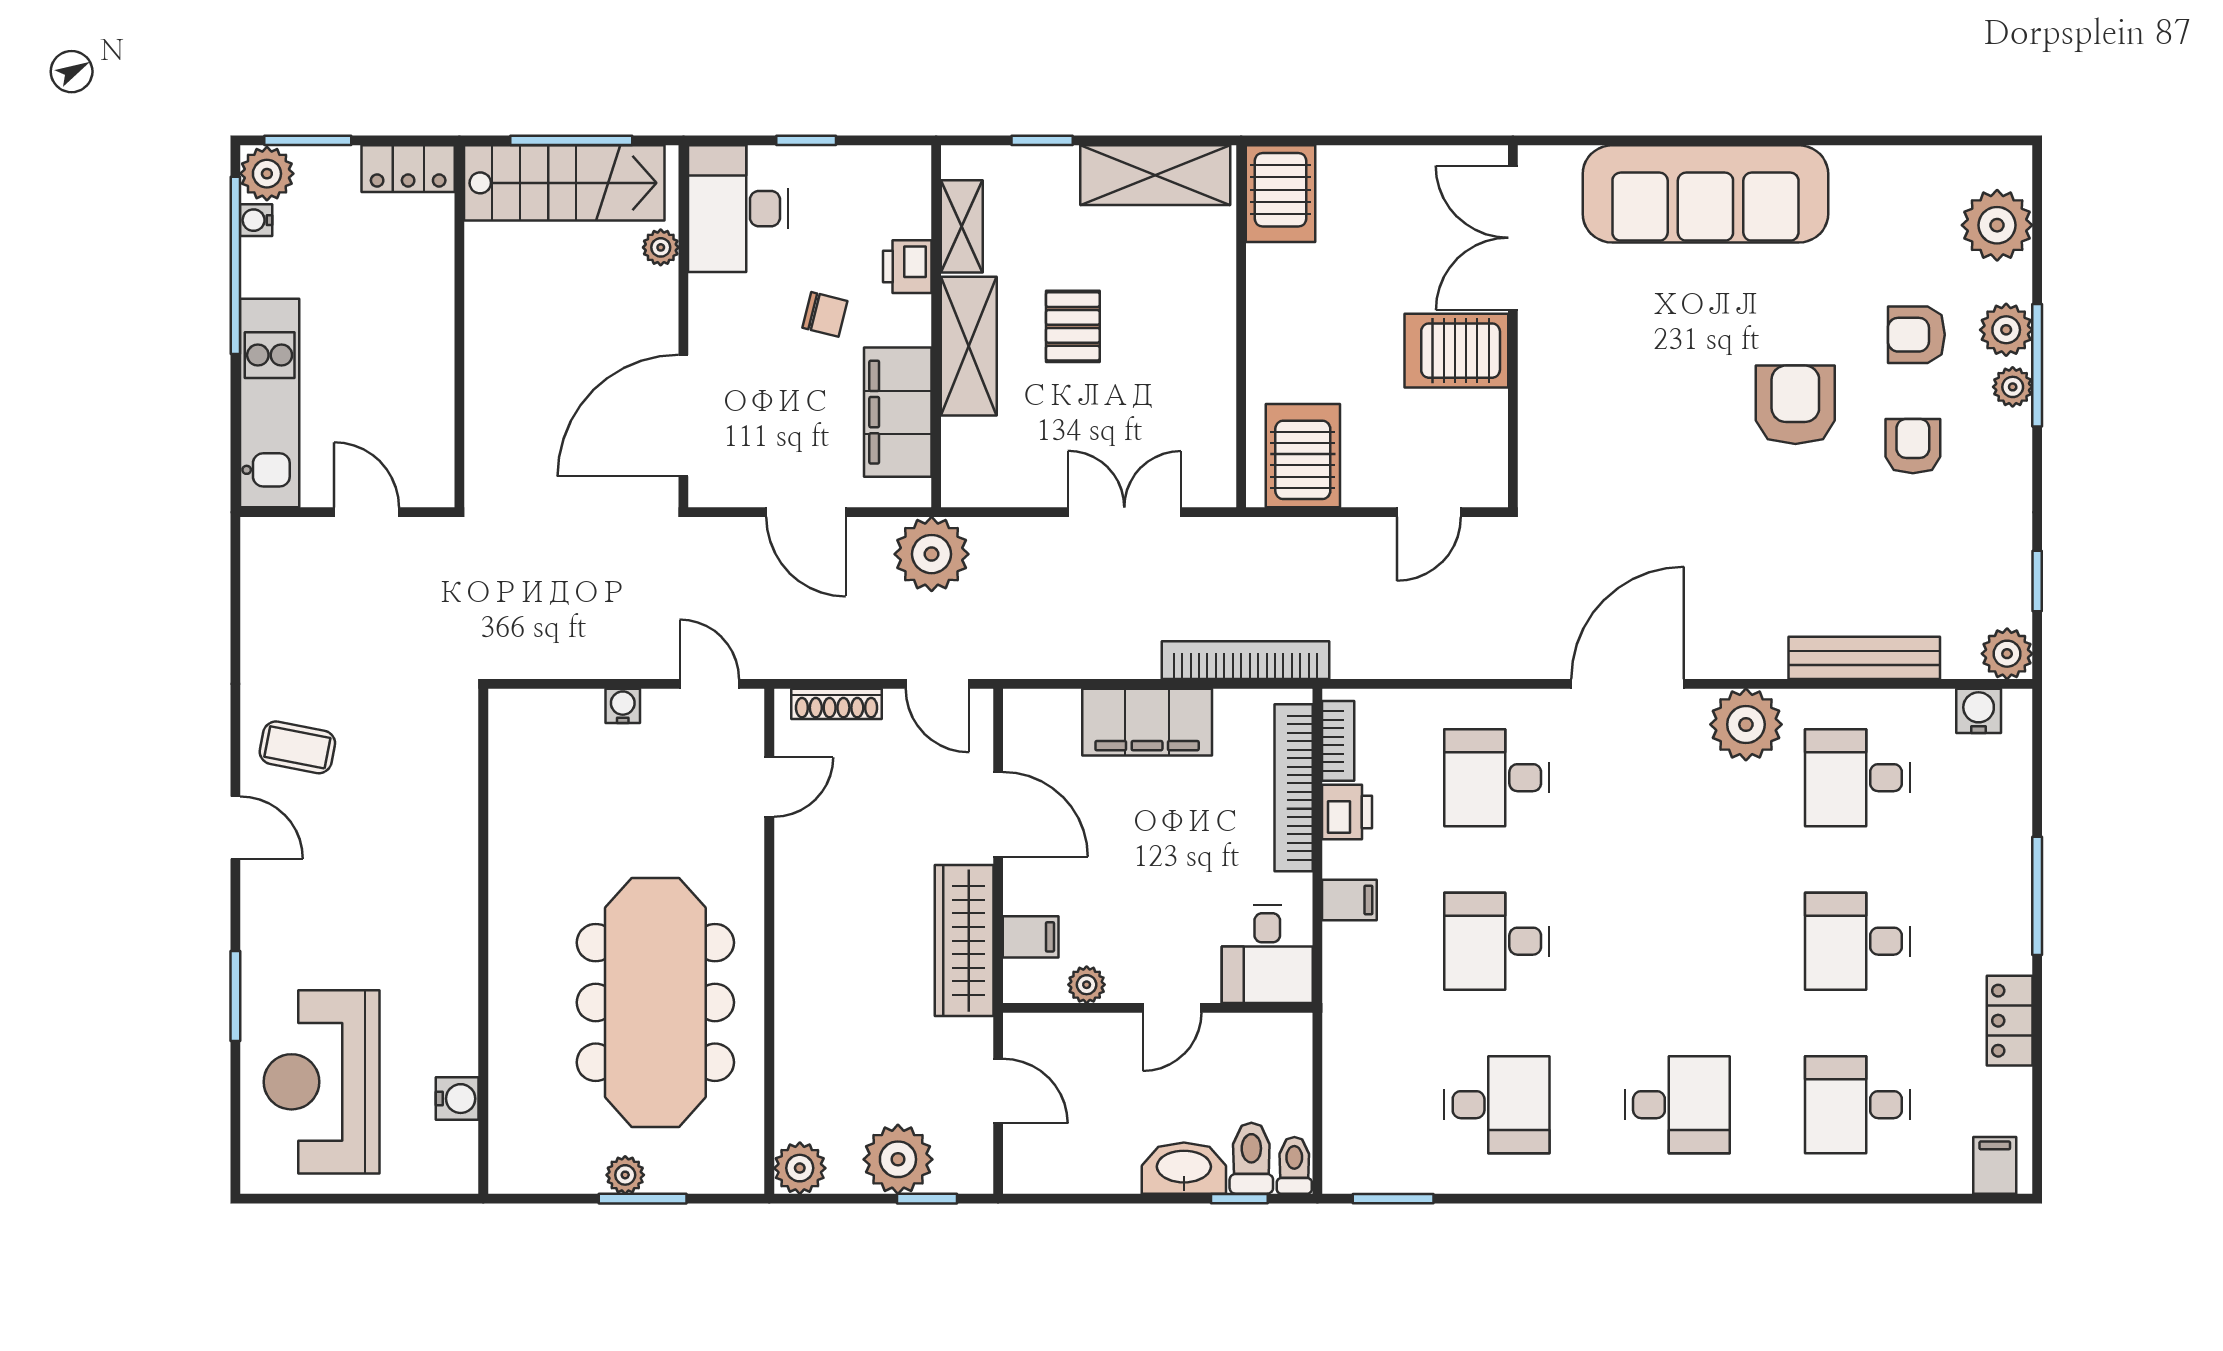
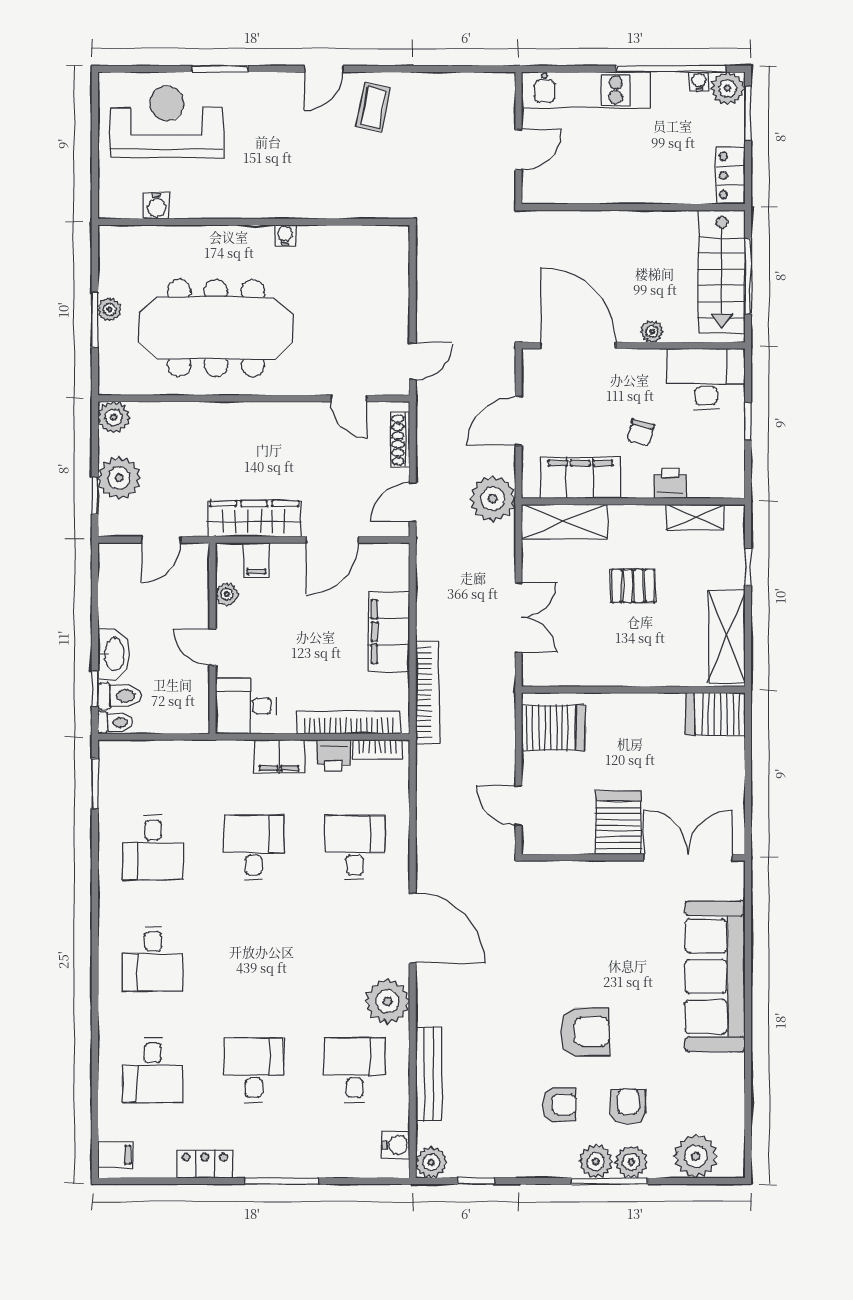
plant: (661, 247) -> (652, 331), moved
shelving: (969, 346) -> (564, 521), moved
plant: (2013, 387) -> (596, 1161), width x1.38, depth x1.38
water cooler: (623, 706) -> (285, 235), moved, turned -90
filing cabinet: (1349, 900) -> (279, 756), width x2.00
desk: (1858, 1105) -> (153, 1070), turned 180

